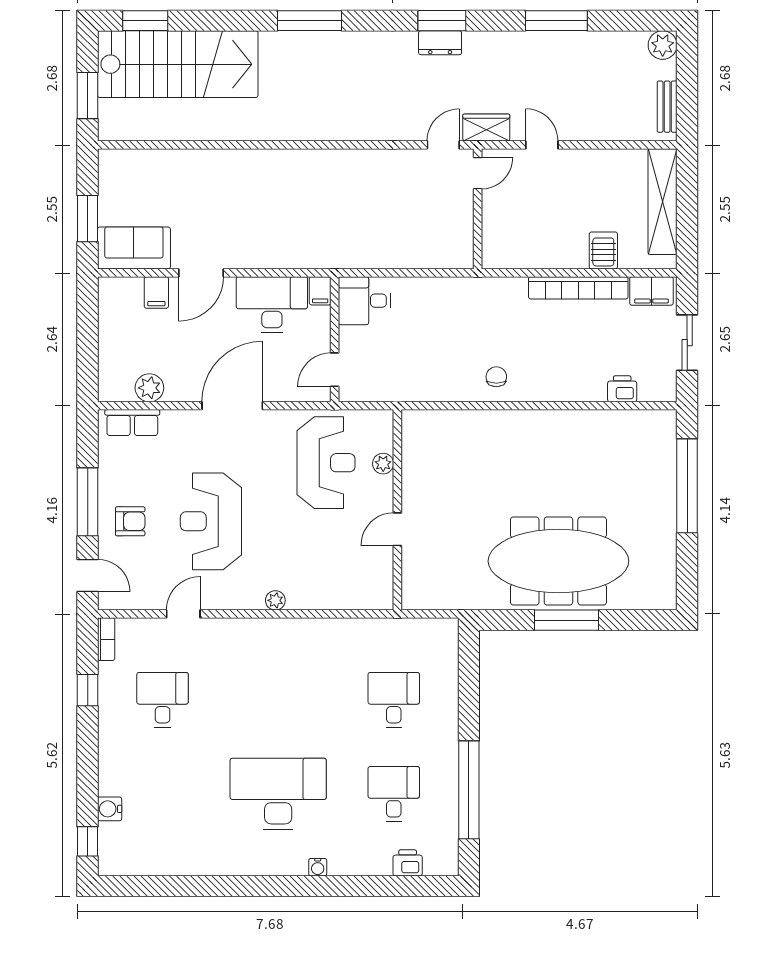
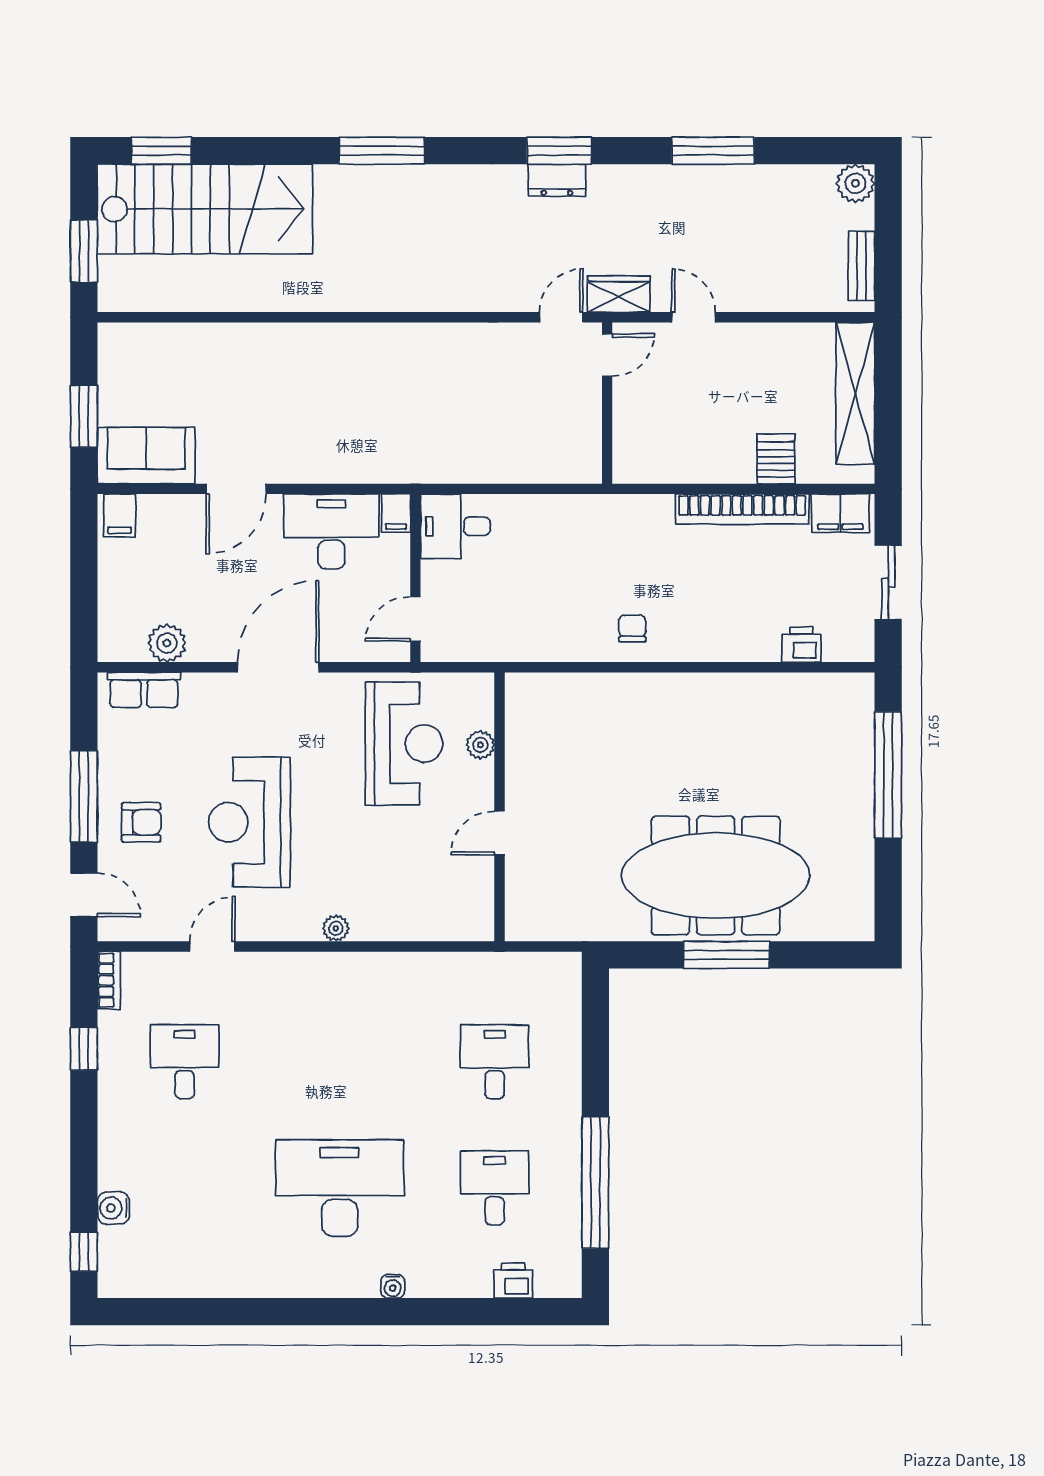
filing cabinet: (156, 292) -> (120, 515), moved

